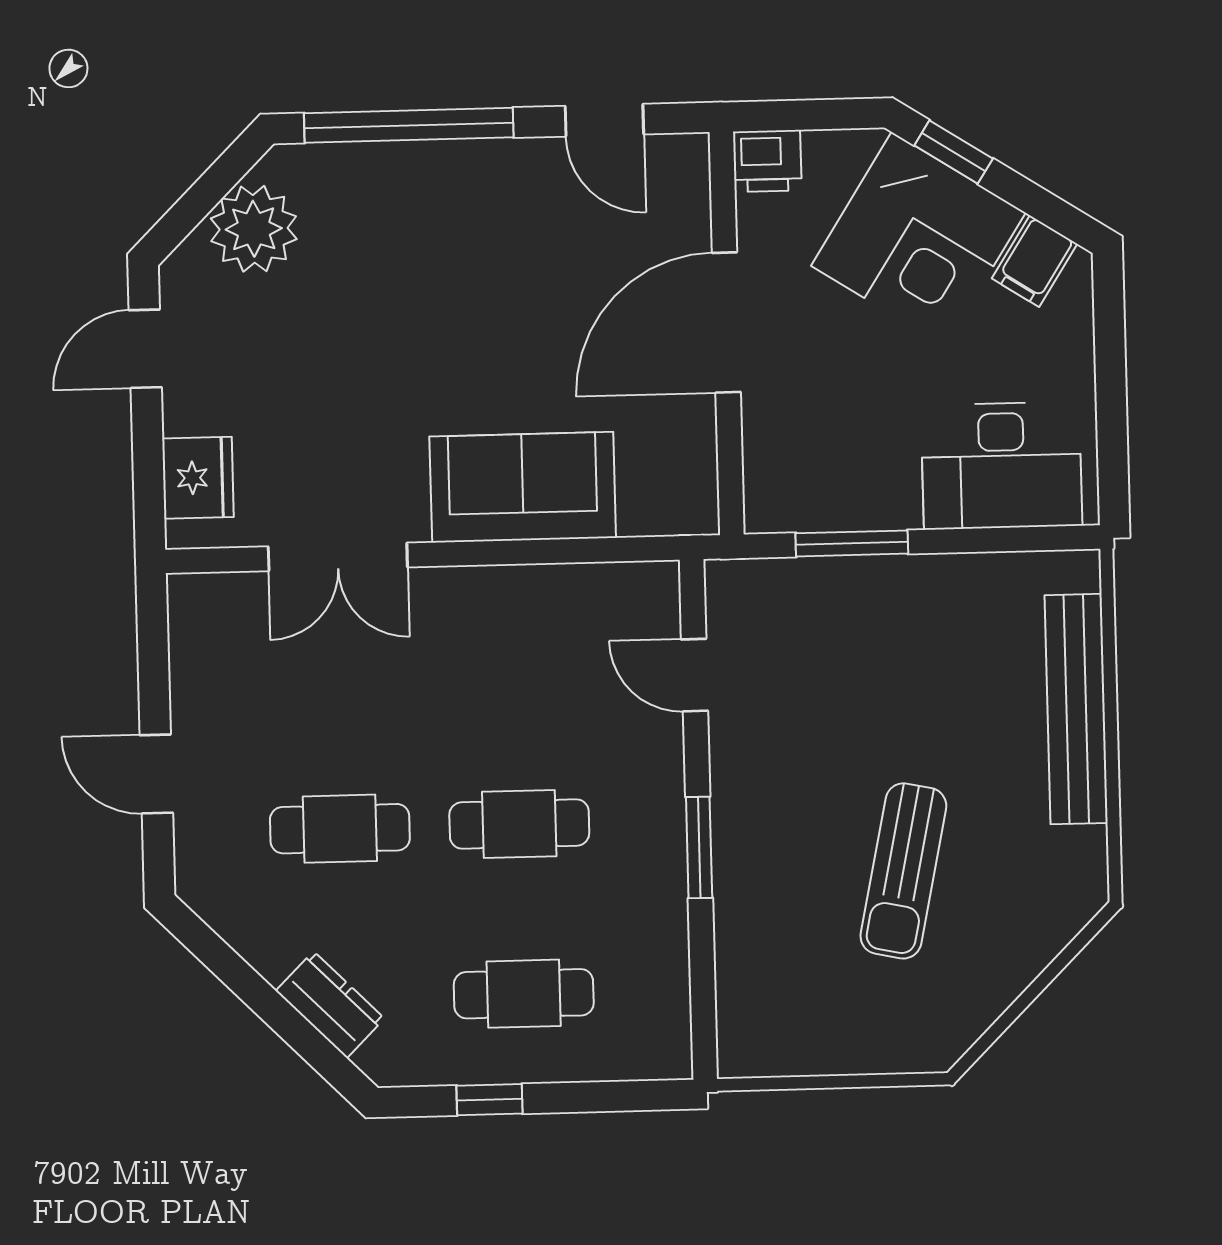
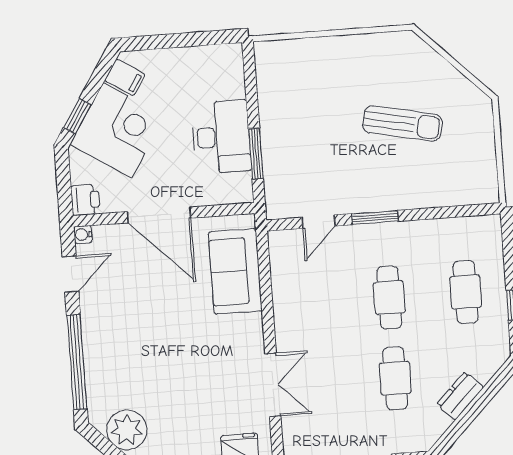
water cooler: (691, 152) -> (83, 235), added
desk: (1002, 466) -> (221, 137), moved
sofa: (523, 487) -> (235, 271), moved
bench: (1076, 709) -> (326, 49), removed
window: (699, 848) -> (375, 218), moved
dresser: (330, 1005) -> (460, 396), moved

